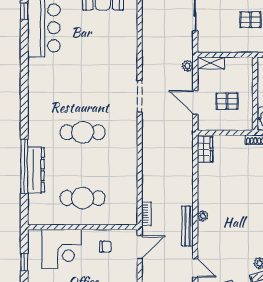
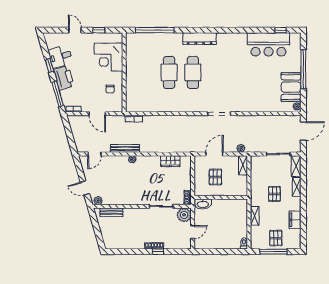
wardrobe: (205, 149) -> (170, 161), moved
window: (24, 166) -> (155, 30), moved
dresser: (36, 170) -> (200, 39), moved
cafe table: (83, 198) -> (169, 72), moved
door: (140, 247) -> (97, 114), moved

